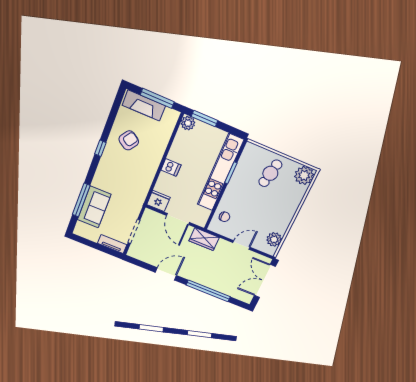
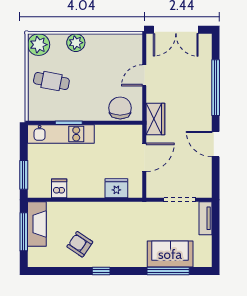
fireplace: (144, 106) -> (37, 224), moved
plant: (188, 123) -> (36, 190), removed
dishwasher: (171, 167) -> (59, 188), moved
kitchen unit: (220, 172) -> (61, 134), width x0.73
fridge: (158, 201) -> (116, 188), moved, turned 90
chair: (225, 217) -> (120, 108), width x1.87, depth x1.87
plant: (274, 239) -> (76, 43), moved
door: (241, 245) -> (144, 75), hinge flipped

